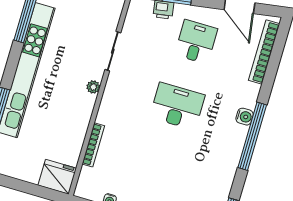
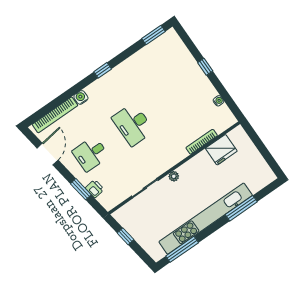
water cooler: (245, 117) -> (81, 97), moved
window: (252, 136) -> (103, 70), width x0.32
fridge: (57, 177) -> (221, 150), moved, turned -90

